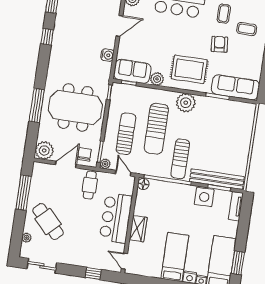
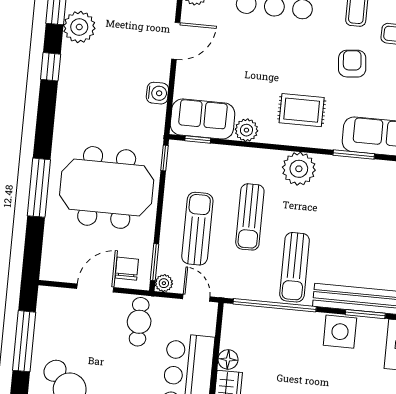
rug: (189, 69) -> (302, 110), width x0.73, depth x0.70
sun lounger: (156, 129) -> (250, 217), width x0.73, depth x0.75
plant: (44, 150) -> (79, 27), moved
floor lamp: (143, 184) -> (228, 359), moved

